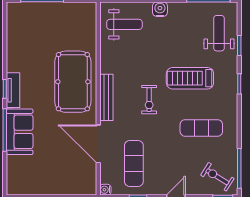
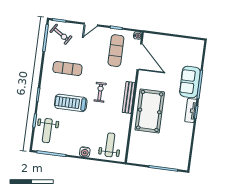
weight bench: (124, 24) -> (110, 145), turned 90
treadmill: (190, 78) -> (71, 103), turned 180
door: (98, 144) -> (140, 57), moved

